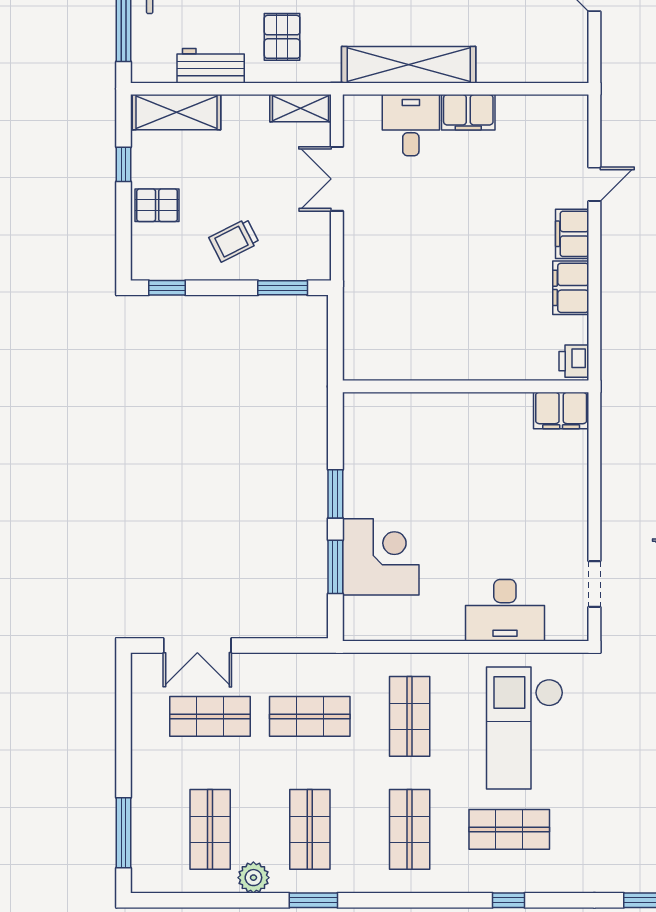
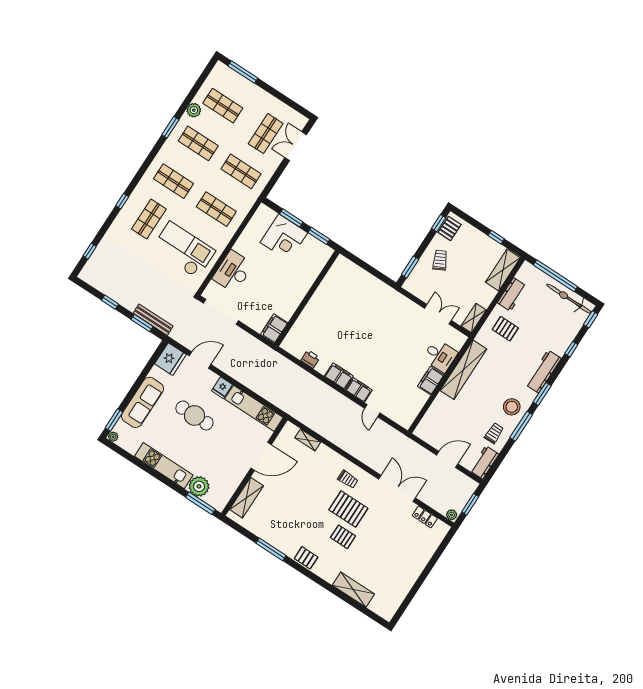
pallet: (157, 205) -> (450, 228), moved
wall: (466, 386) -> (307, 298), moved
filing cabinet: (561, 411) -> (274, 329), moved
doorway: (594, 584) -> (221, 312), width x1.87
shop shelf: (310, 716) -> (241, 171), turned 90

